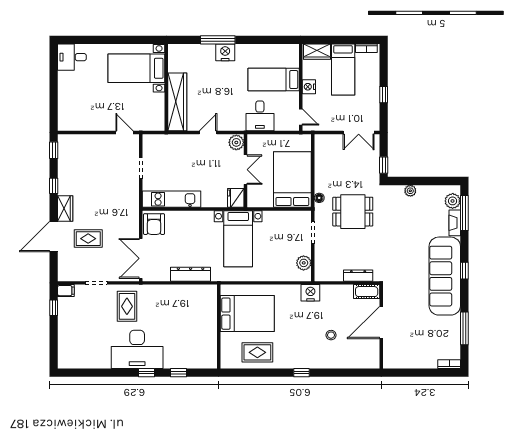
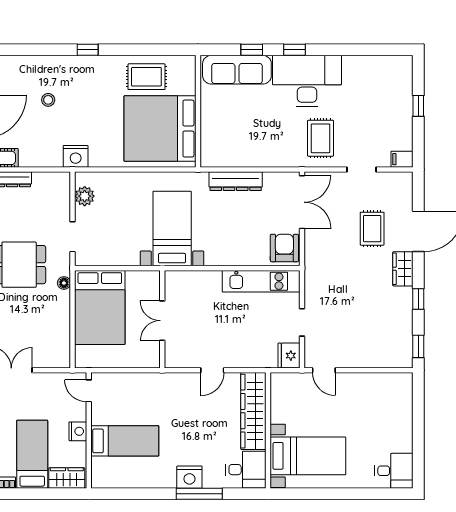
desk: (260, 116) -> (246, 470), moved, turned 90
plant: (236, 142) -> (175, 357), removed
fridge: (236, 198) -> (289, 356), moved, turned 180
rug: (88, 239) -> (372, 229), turned 90
window: (54, 308) -> (418, 106), moved
bed: (247, 314) -> (160, 129), width x1.36
sofa: (190, 358) -> (237, 70), added

